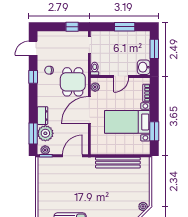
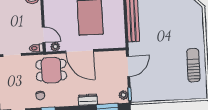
door: (121, 76) -> (44, 35), moved
plant: (45, 133) -> (106, 96), removed
door: (72, 156) -> (128, 66), swing flipped

